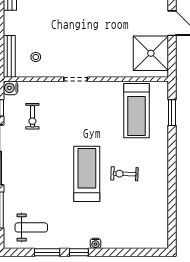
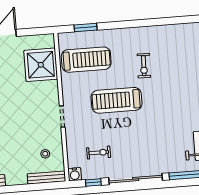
shower: (151, 53) -> (41, 65), moved
treadmill: (87, 174) -> (116, 100), moved

